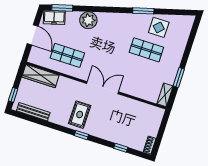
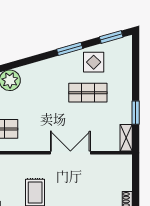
window: (179, 12) -> (111, 37), added
double door: (103, 88) -> (70, 153), moved

